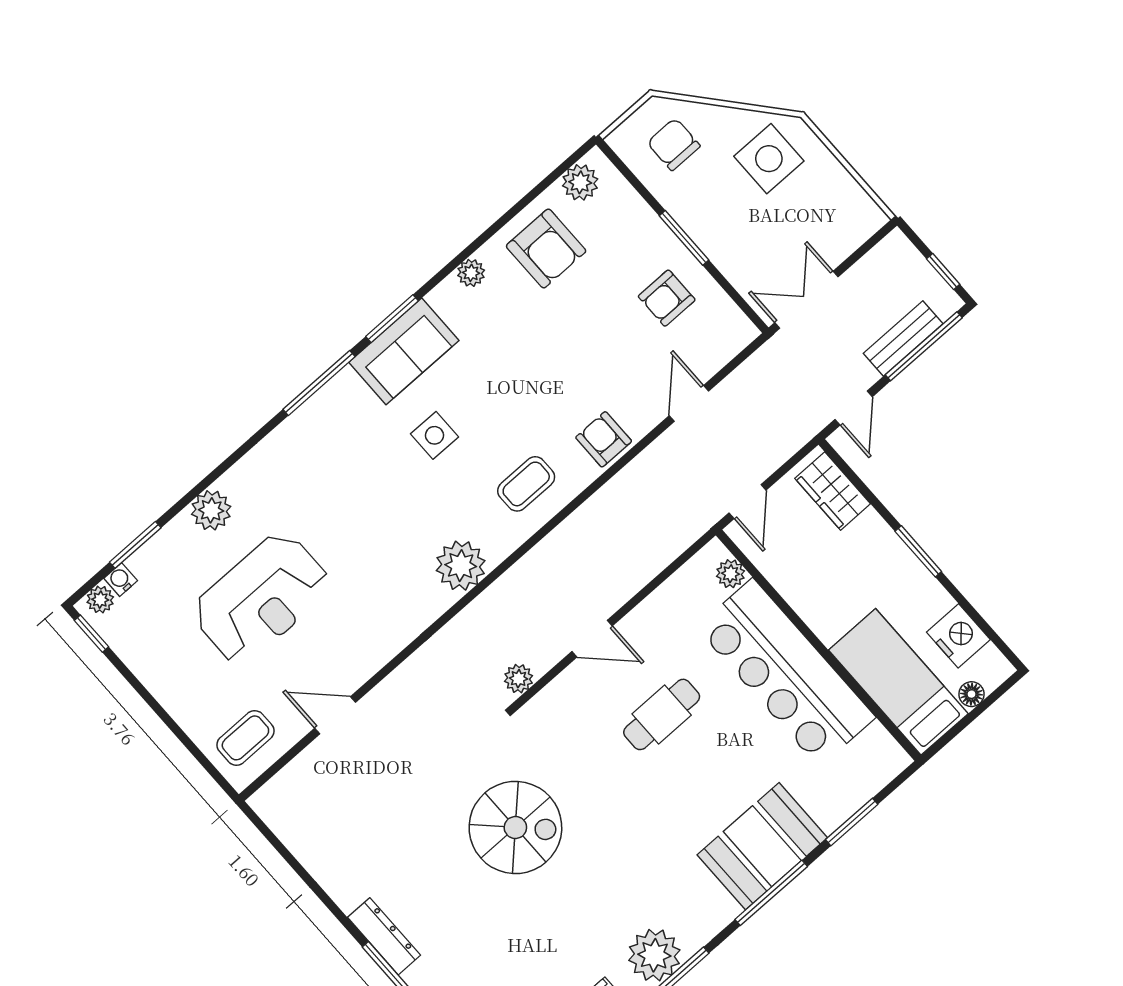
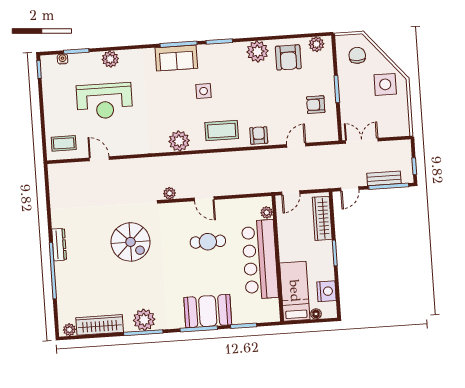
plant: (471, 273) -> (257, 51), width x1.87, depth x1.87
sofa: (404, 351) -> (176, 58), moved
coffee table: (526, 484) -> (222, 131), width x1.36, depth x1.30
wardrobe: (833, 491) -> (322, 218), width x1.50
plant: (100, 600) -> (51, 60), removed

